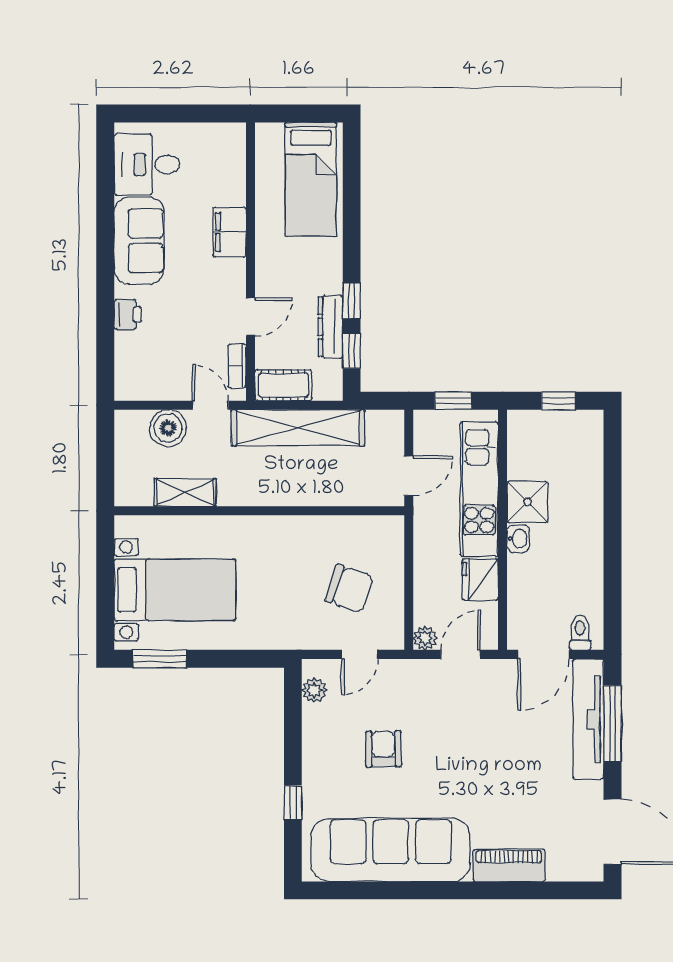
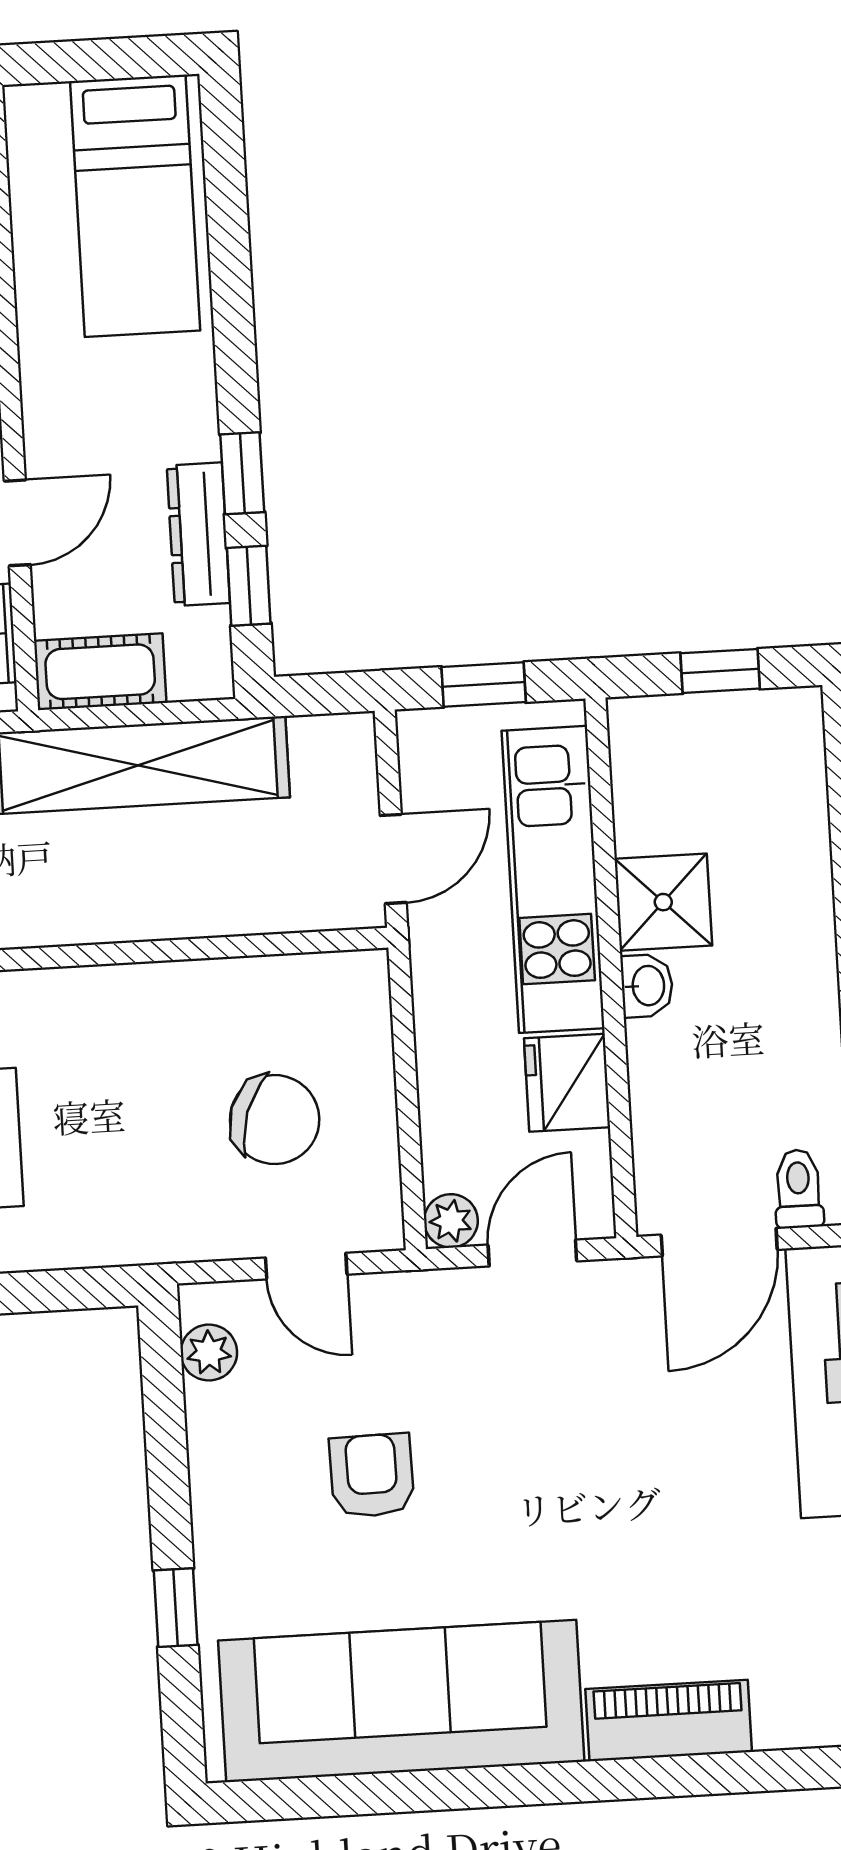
door: (360, 654) -> (306, 1266), hinge flipped

